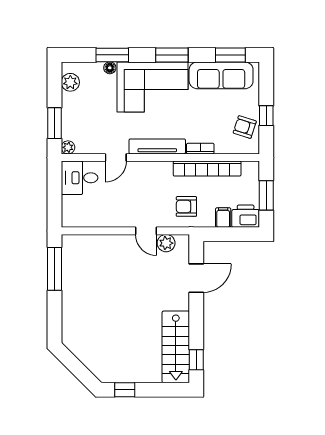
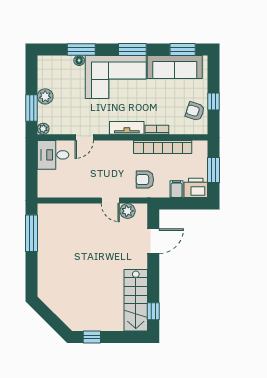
plant: (70, 82) -> (45, 96), moved
tv unit: (157, 146) -> (127, 128), width x0.71

